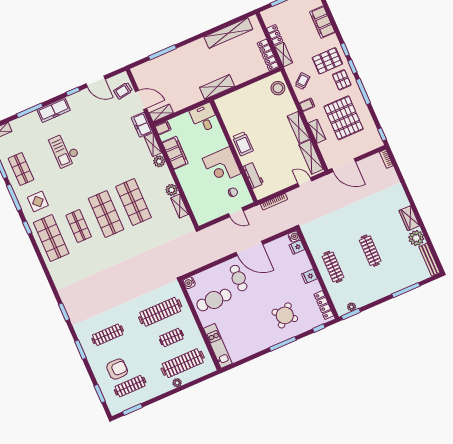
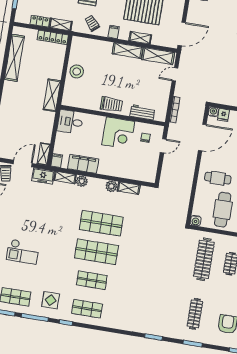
stool: (278, 88) -> (77, 71), moved
shop shelf: (51, 238) -> (87, 309), width x0.70, depth x0.74
door: (249, 248) -> (202, 138), moved

